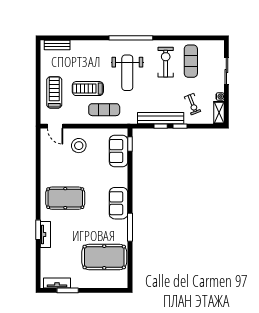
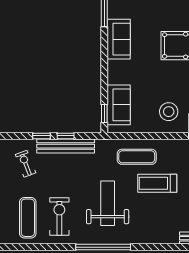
exercise bike: (166, 62) -> (59, 217), turned 180
treadmill: (88, 89) -> (157, 183), turned 180

